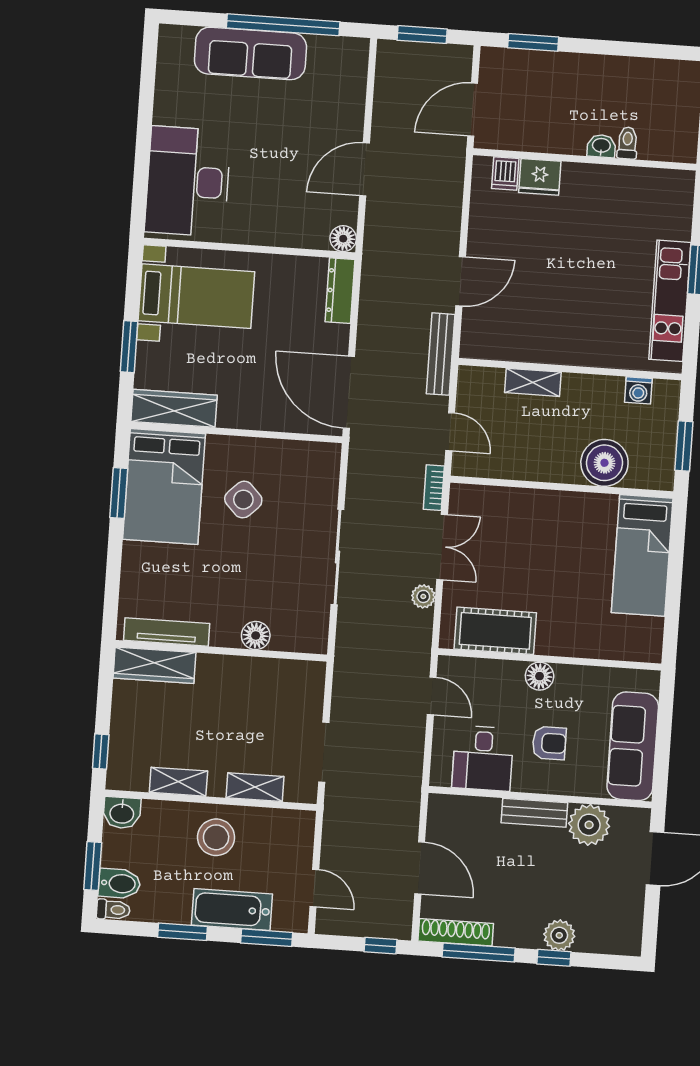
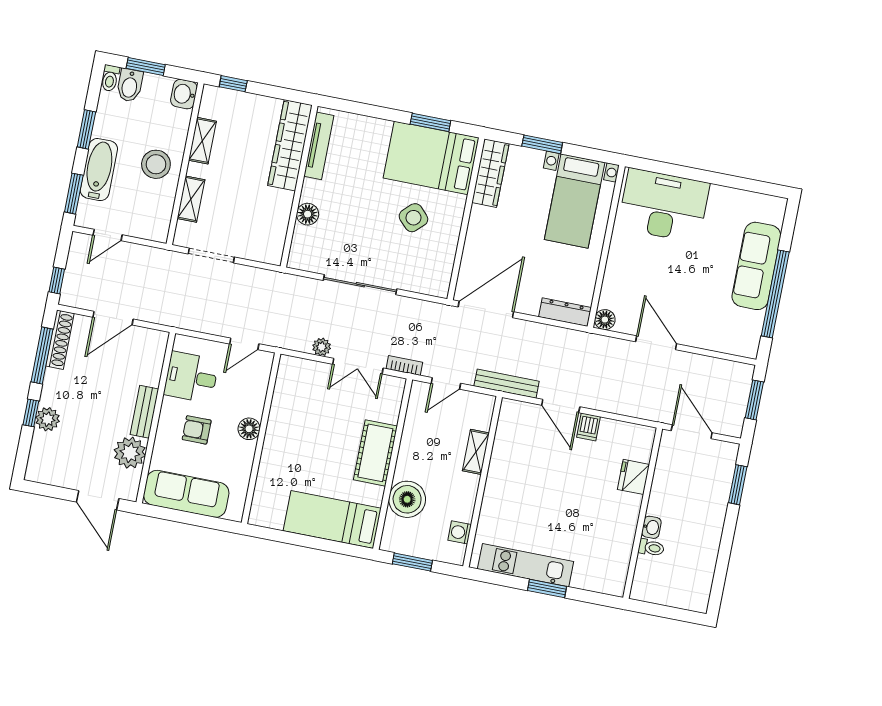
dishwasher: (505, 173) -> (588, 427), moved, turned -90
cot: (495, 631) -> (375, 453), moved
wardrobe: (154, 665) -> (290, 145), width x1.40, depth x1.17
armchair: (549, 743) -> (197, 430), turned 90

